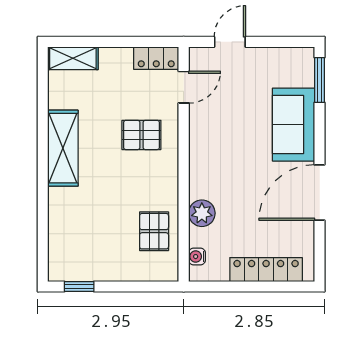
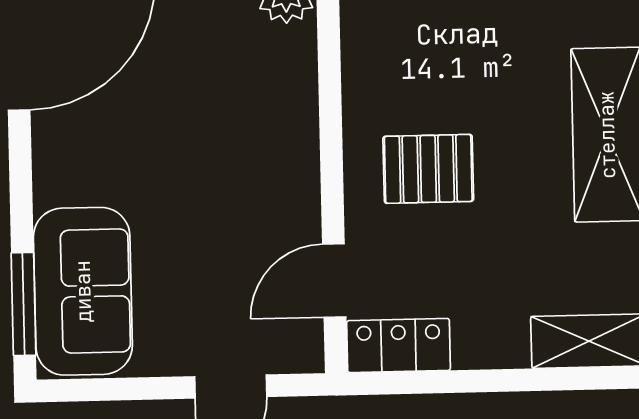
sofa: (293, 125) -> (83, 291), moved

